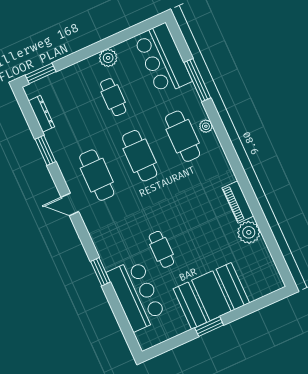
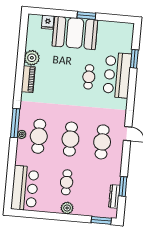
plant: (108, 58) -> (67, 208), moved
window: (197, 80) -> (15, 123), moved
window: (45, 150) -> (123, 186), moved
window: (100, 272) -> (134, 59), moved
fridge: (254, 290) -> (48, 22), added
bar counter: (136, 295) -> (117, 75), moved

